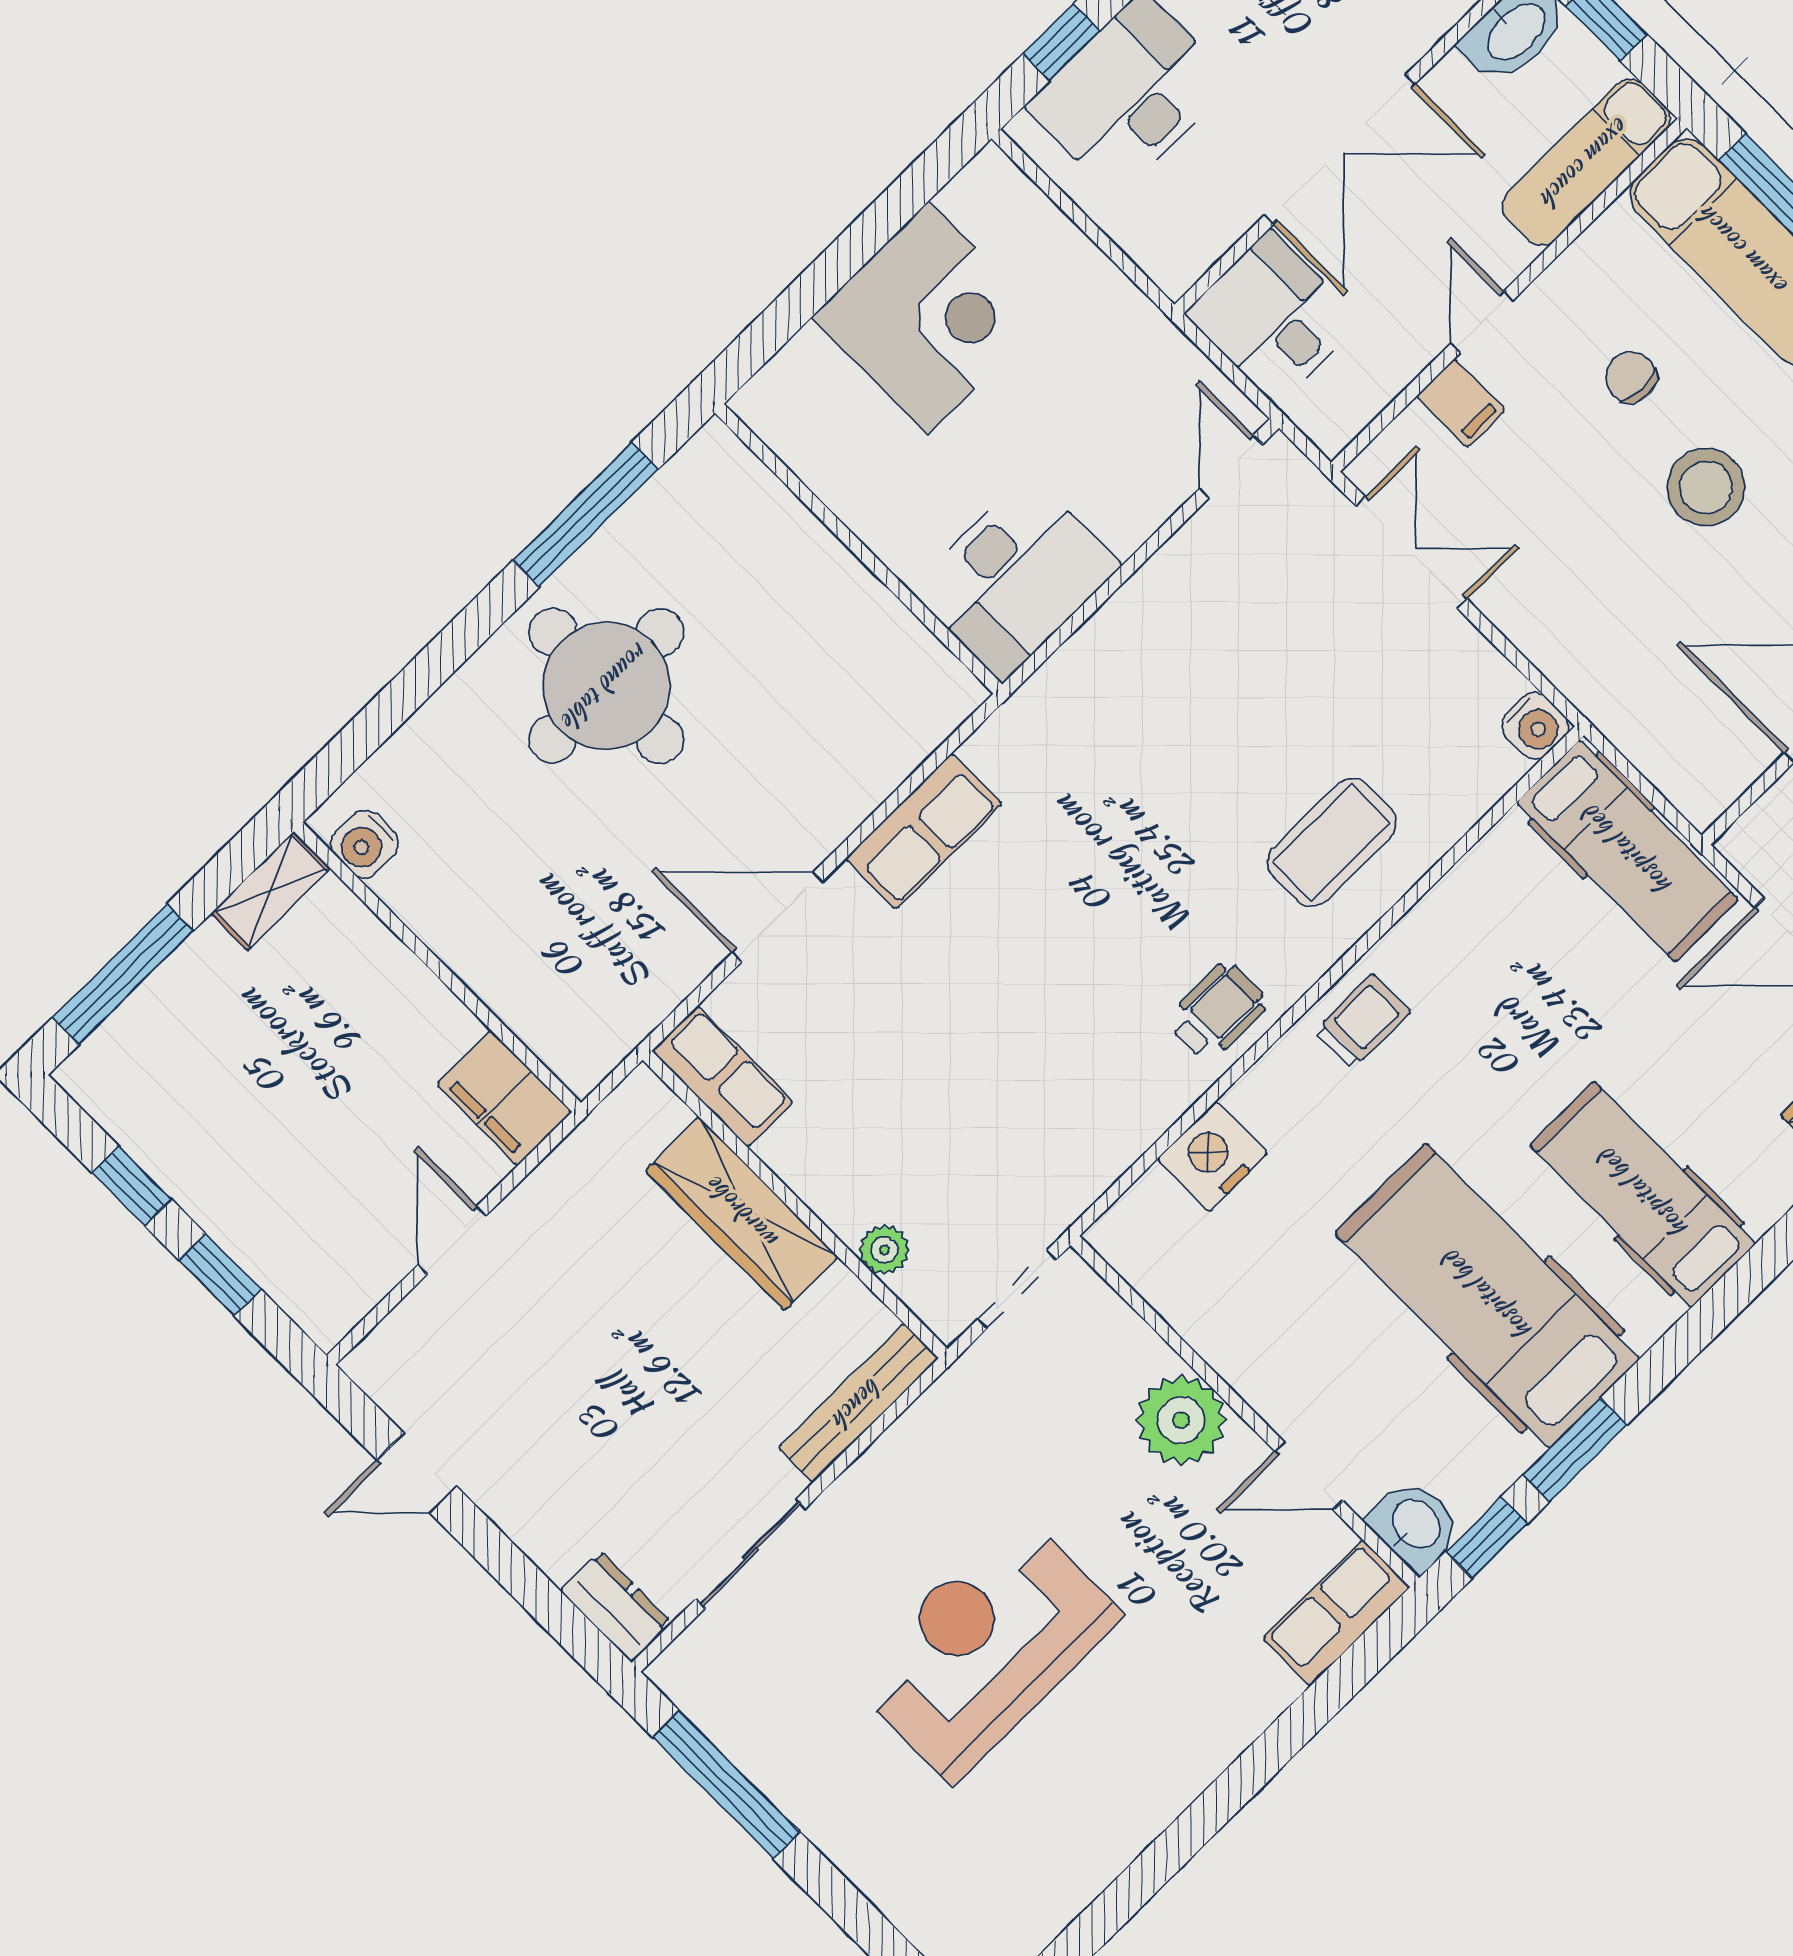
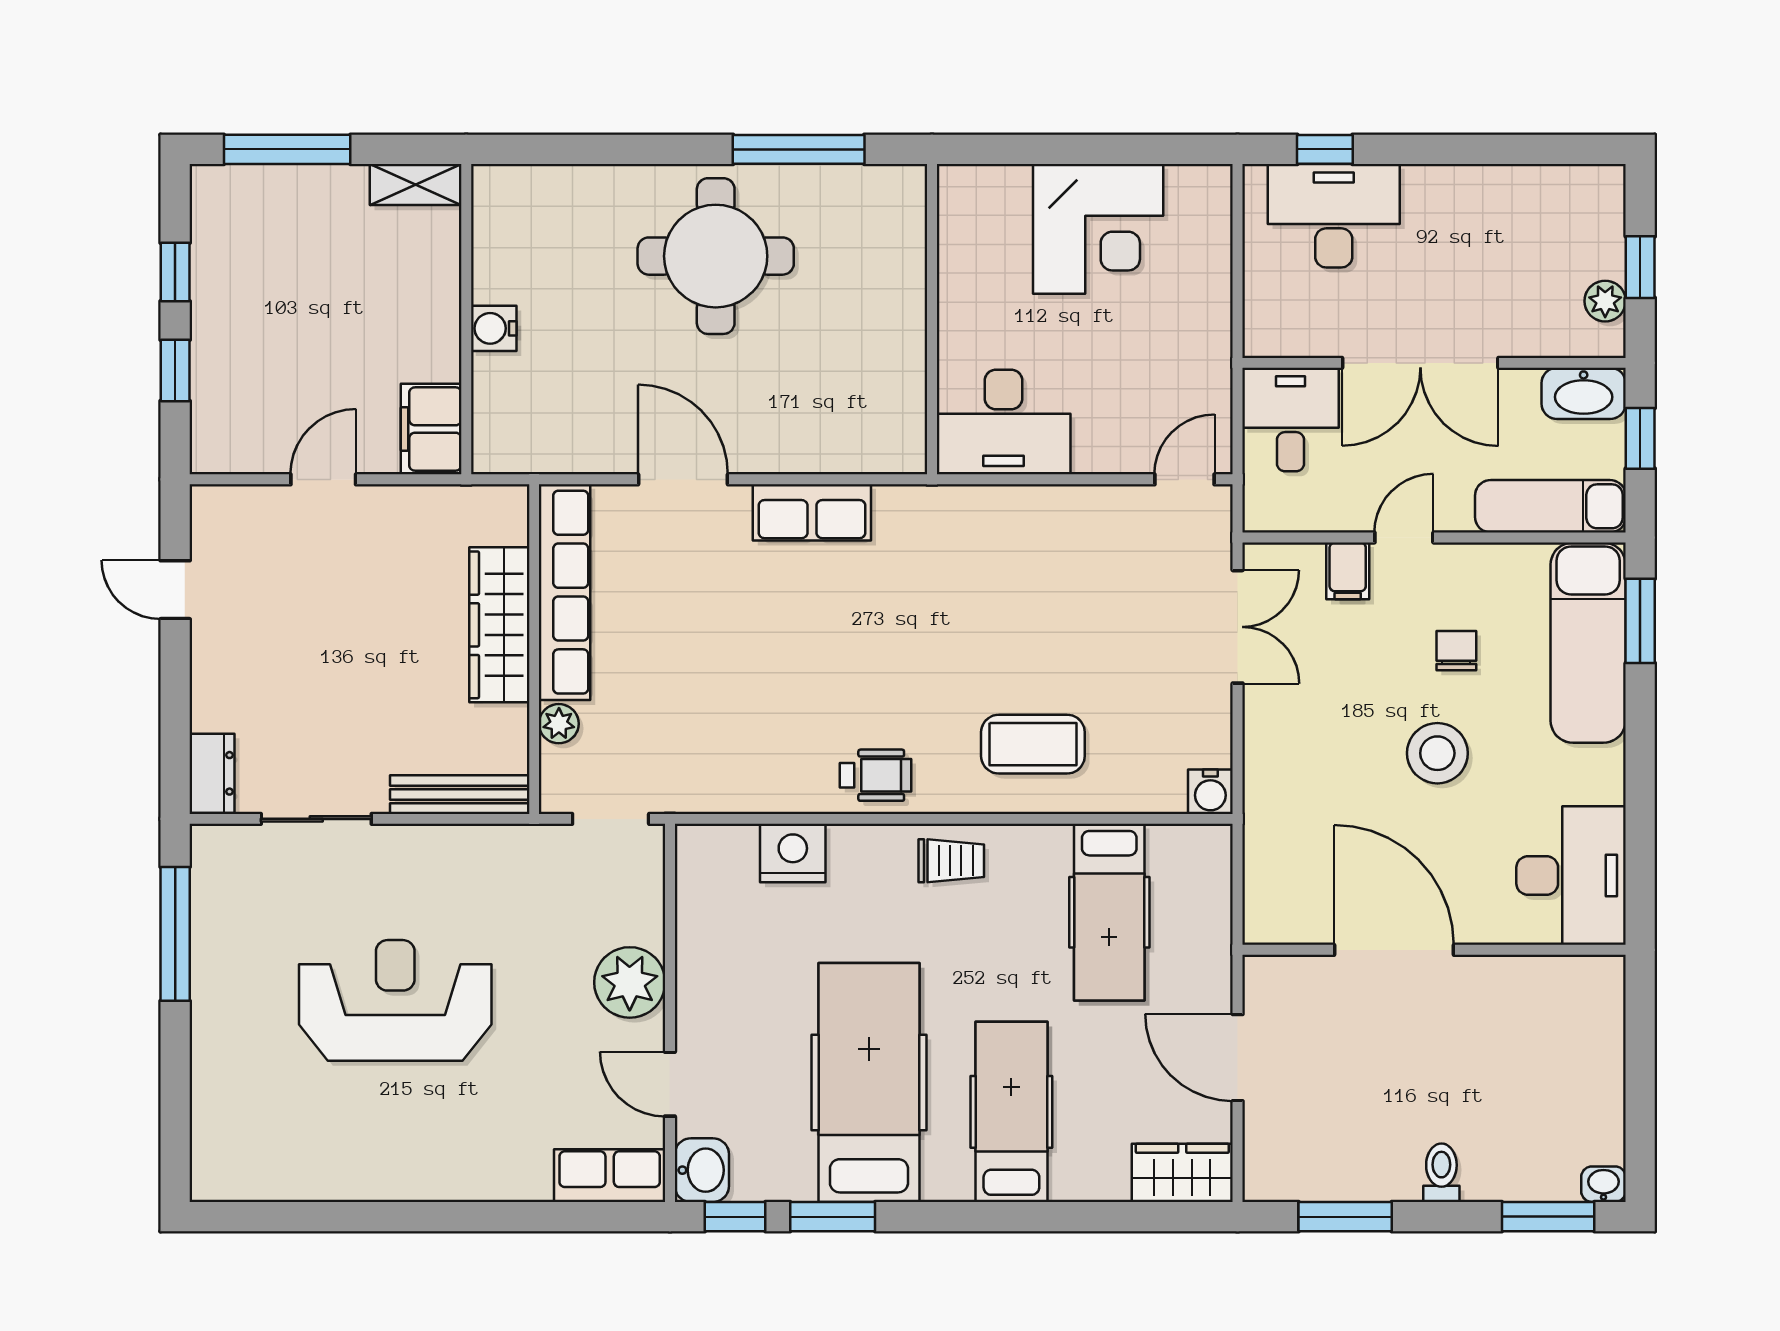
water cooler: (365, 844) -> (494, 328), moved
hospital bed: (1627, 851) -> (1109, 912), moved
row of seats: (723, 1076) -> (565, 592), width x2.02

